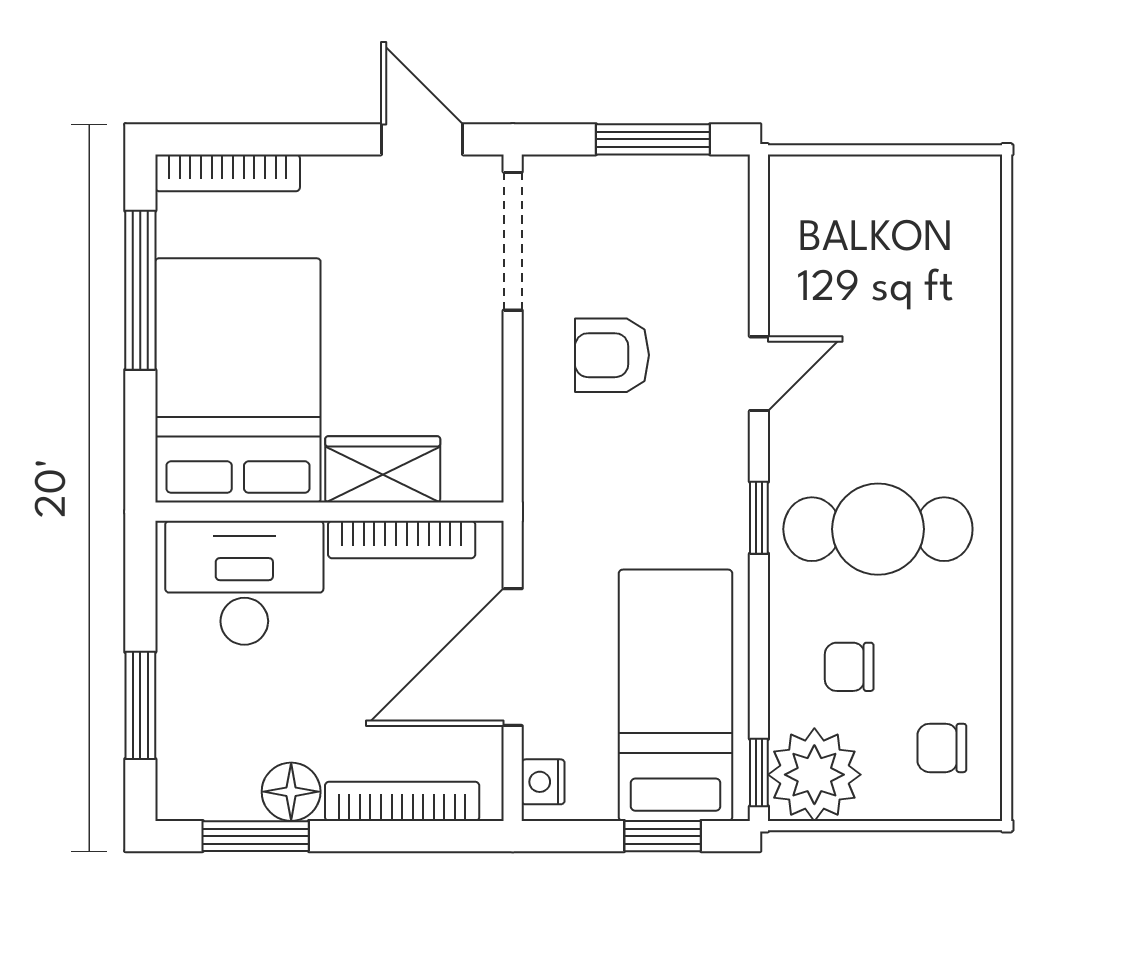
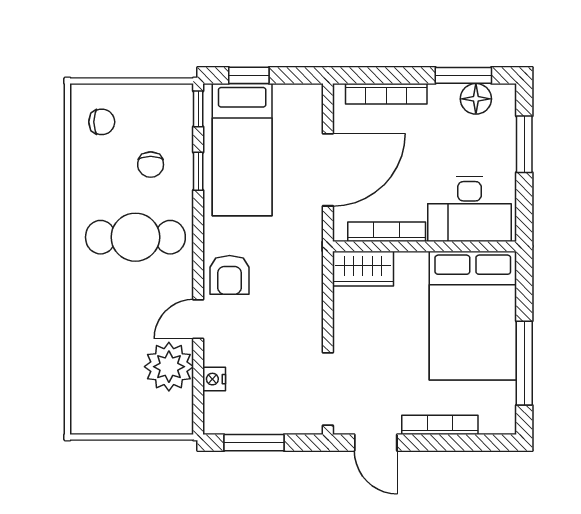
bookcase: (228, 173) -> (440, 425), moved
armchair: (612, 355) -> (230, 275), moved, turned 90
wardrobe: (383, 469) -> (363, 269), moved
window: (759, 518) -> (198, 171), moved
chair: (849, 667) -> (151, 165), turned 90
plant: (814, 775) -> (169, 367), moved
nightstand: (543, 782) -> (214, 379), moved, turned 180
floor lamp: (291, 792) -> (476, 99), moved

